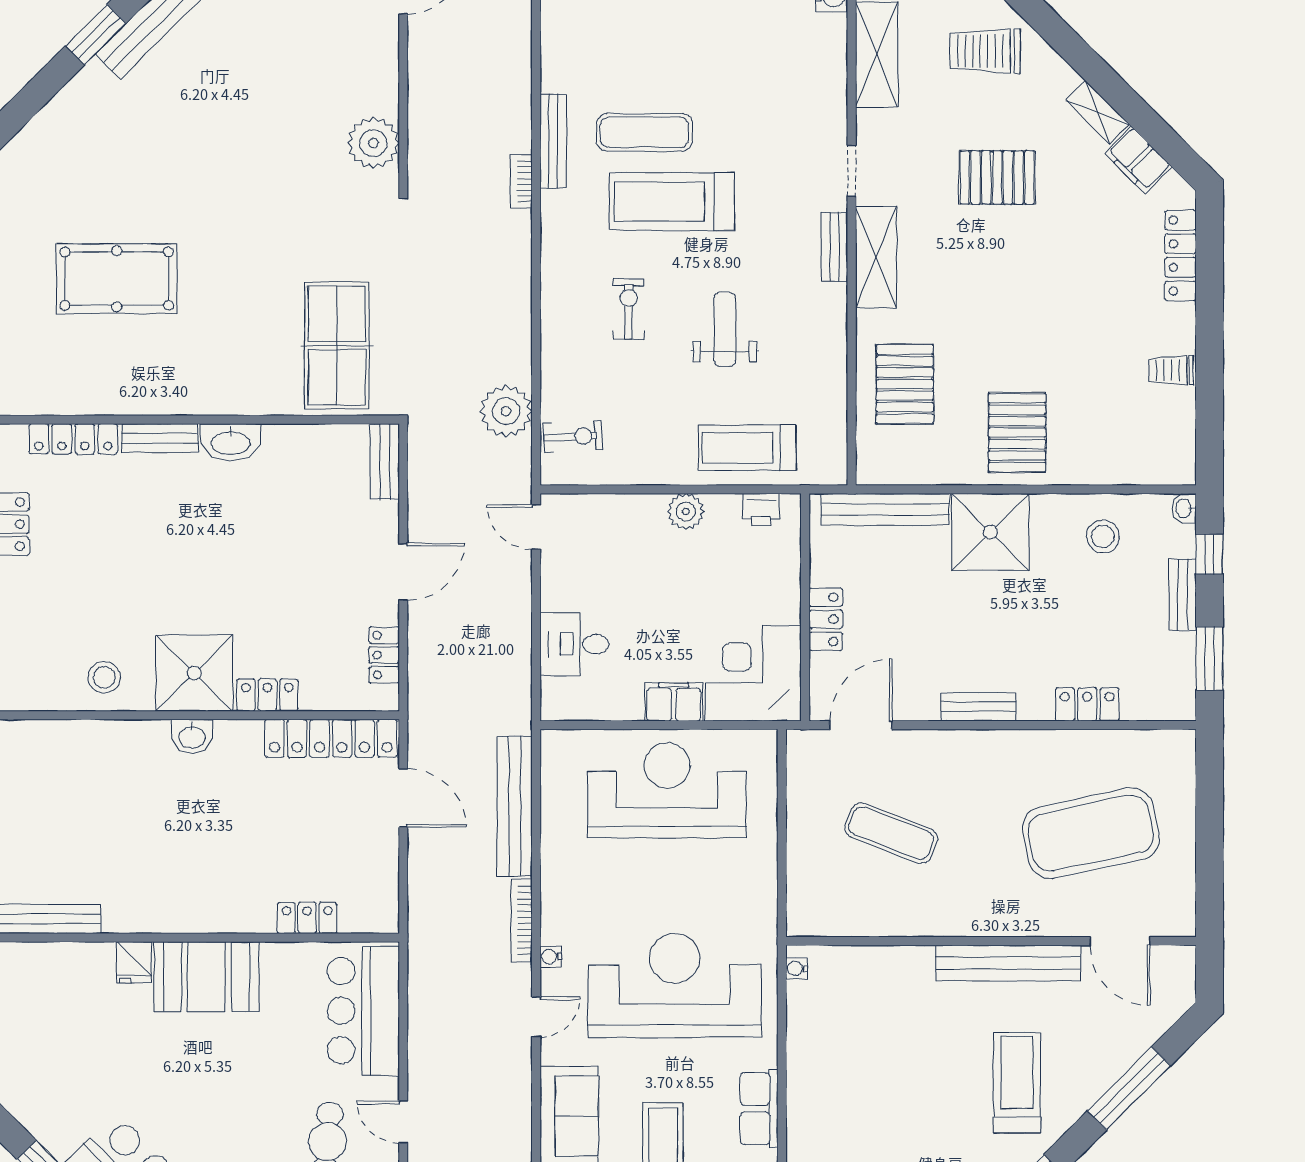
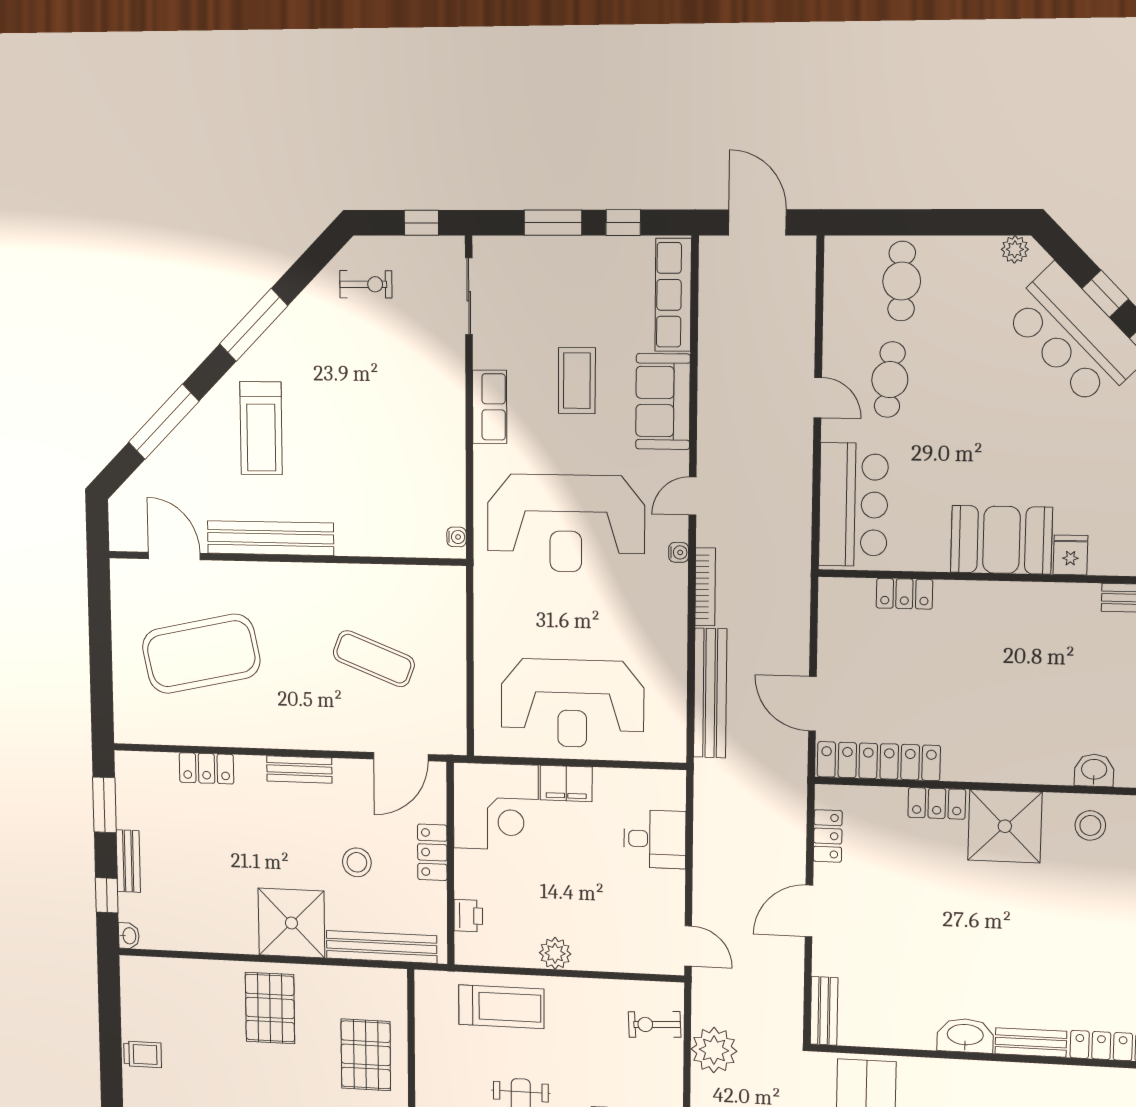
printer: (761, 510) -> (468, 916), moved, turned 90
stool: (1103, 536) -> (357, 862), moved
washbasin: (192, 736) -> (1094, 770), moved

